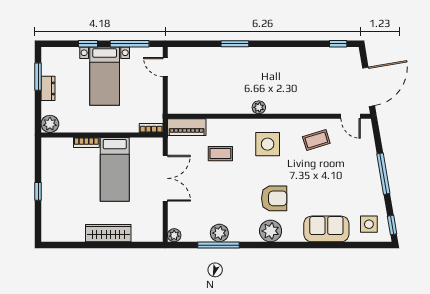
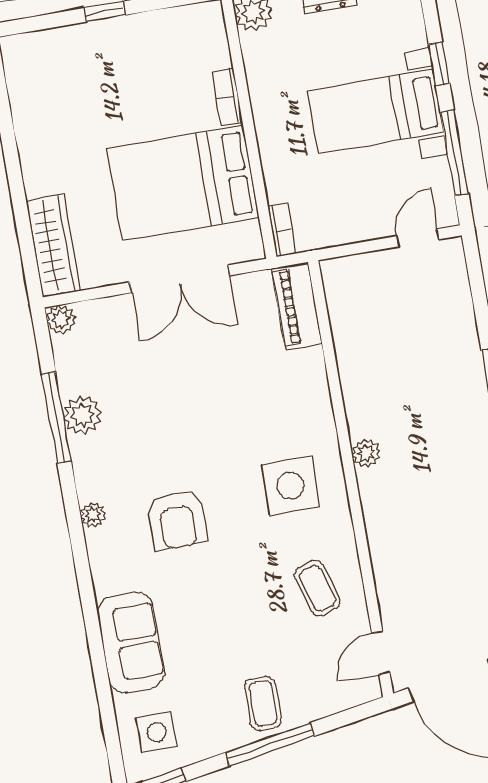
coffee table: (220, 154) -> (263, 703), moved
bed: (115, 169) -> (183, 183), width x1.50
plant: (271, 231) -> (93, 515), width x0.53, depth x0.53
wardrobe: (108, 233) -> (53, 246), moved

